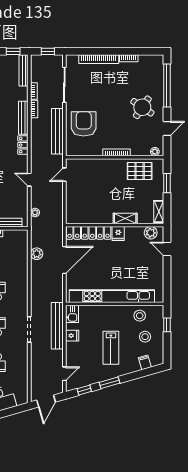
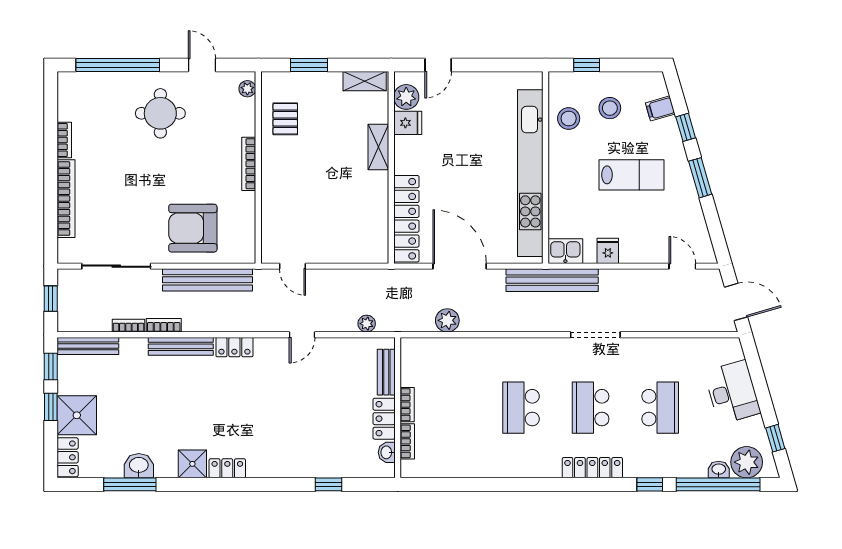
round table: (142, 107) -> (160, 113), turned -34
pallet: (140, 171) -> (285, 119), width x0.67, depth x0.71
fridge: (118, 234) -> (408, 123), moved
bench: (57, 326) -> (552, 280), moved
window: (84, 390) -> (686, 127), moved

